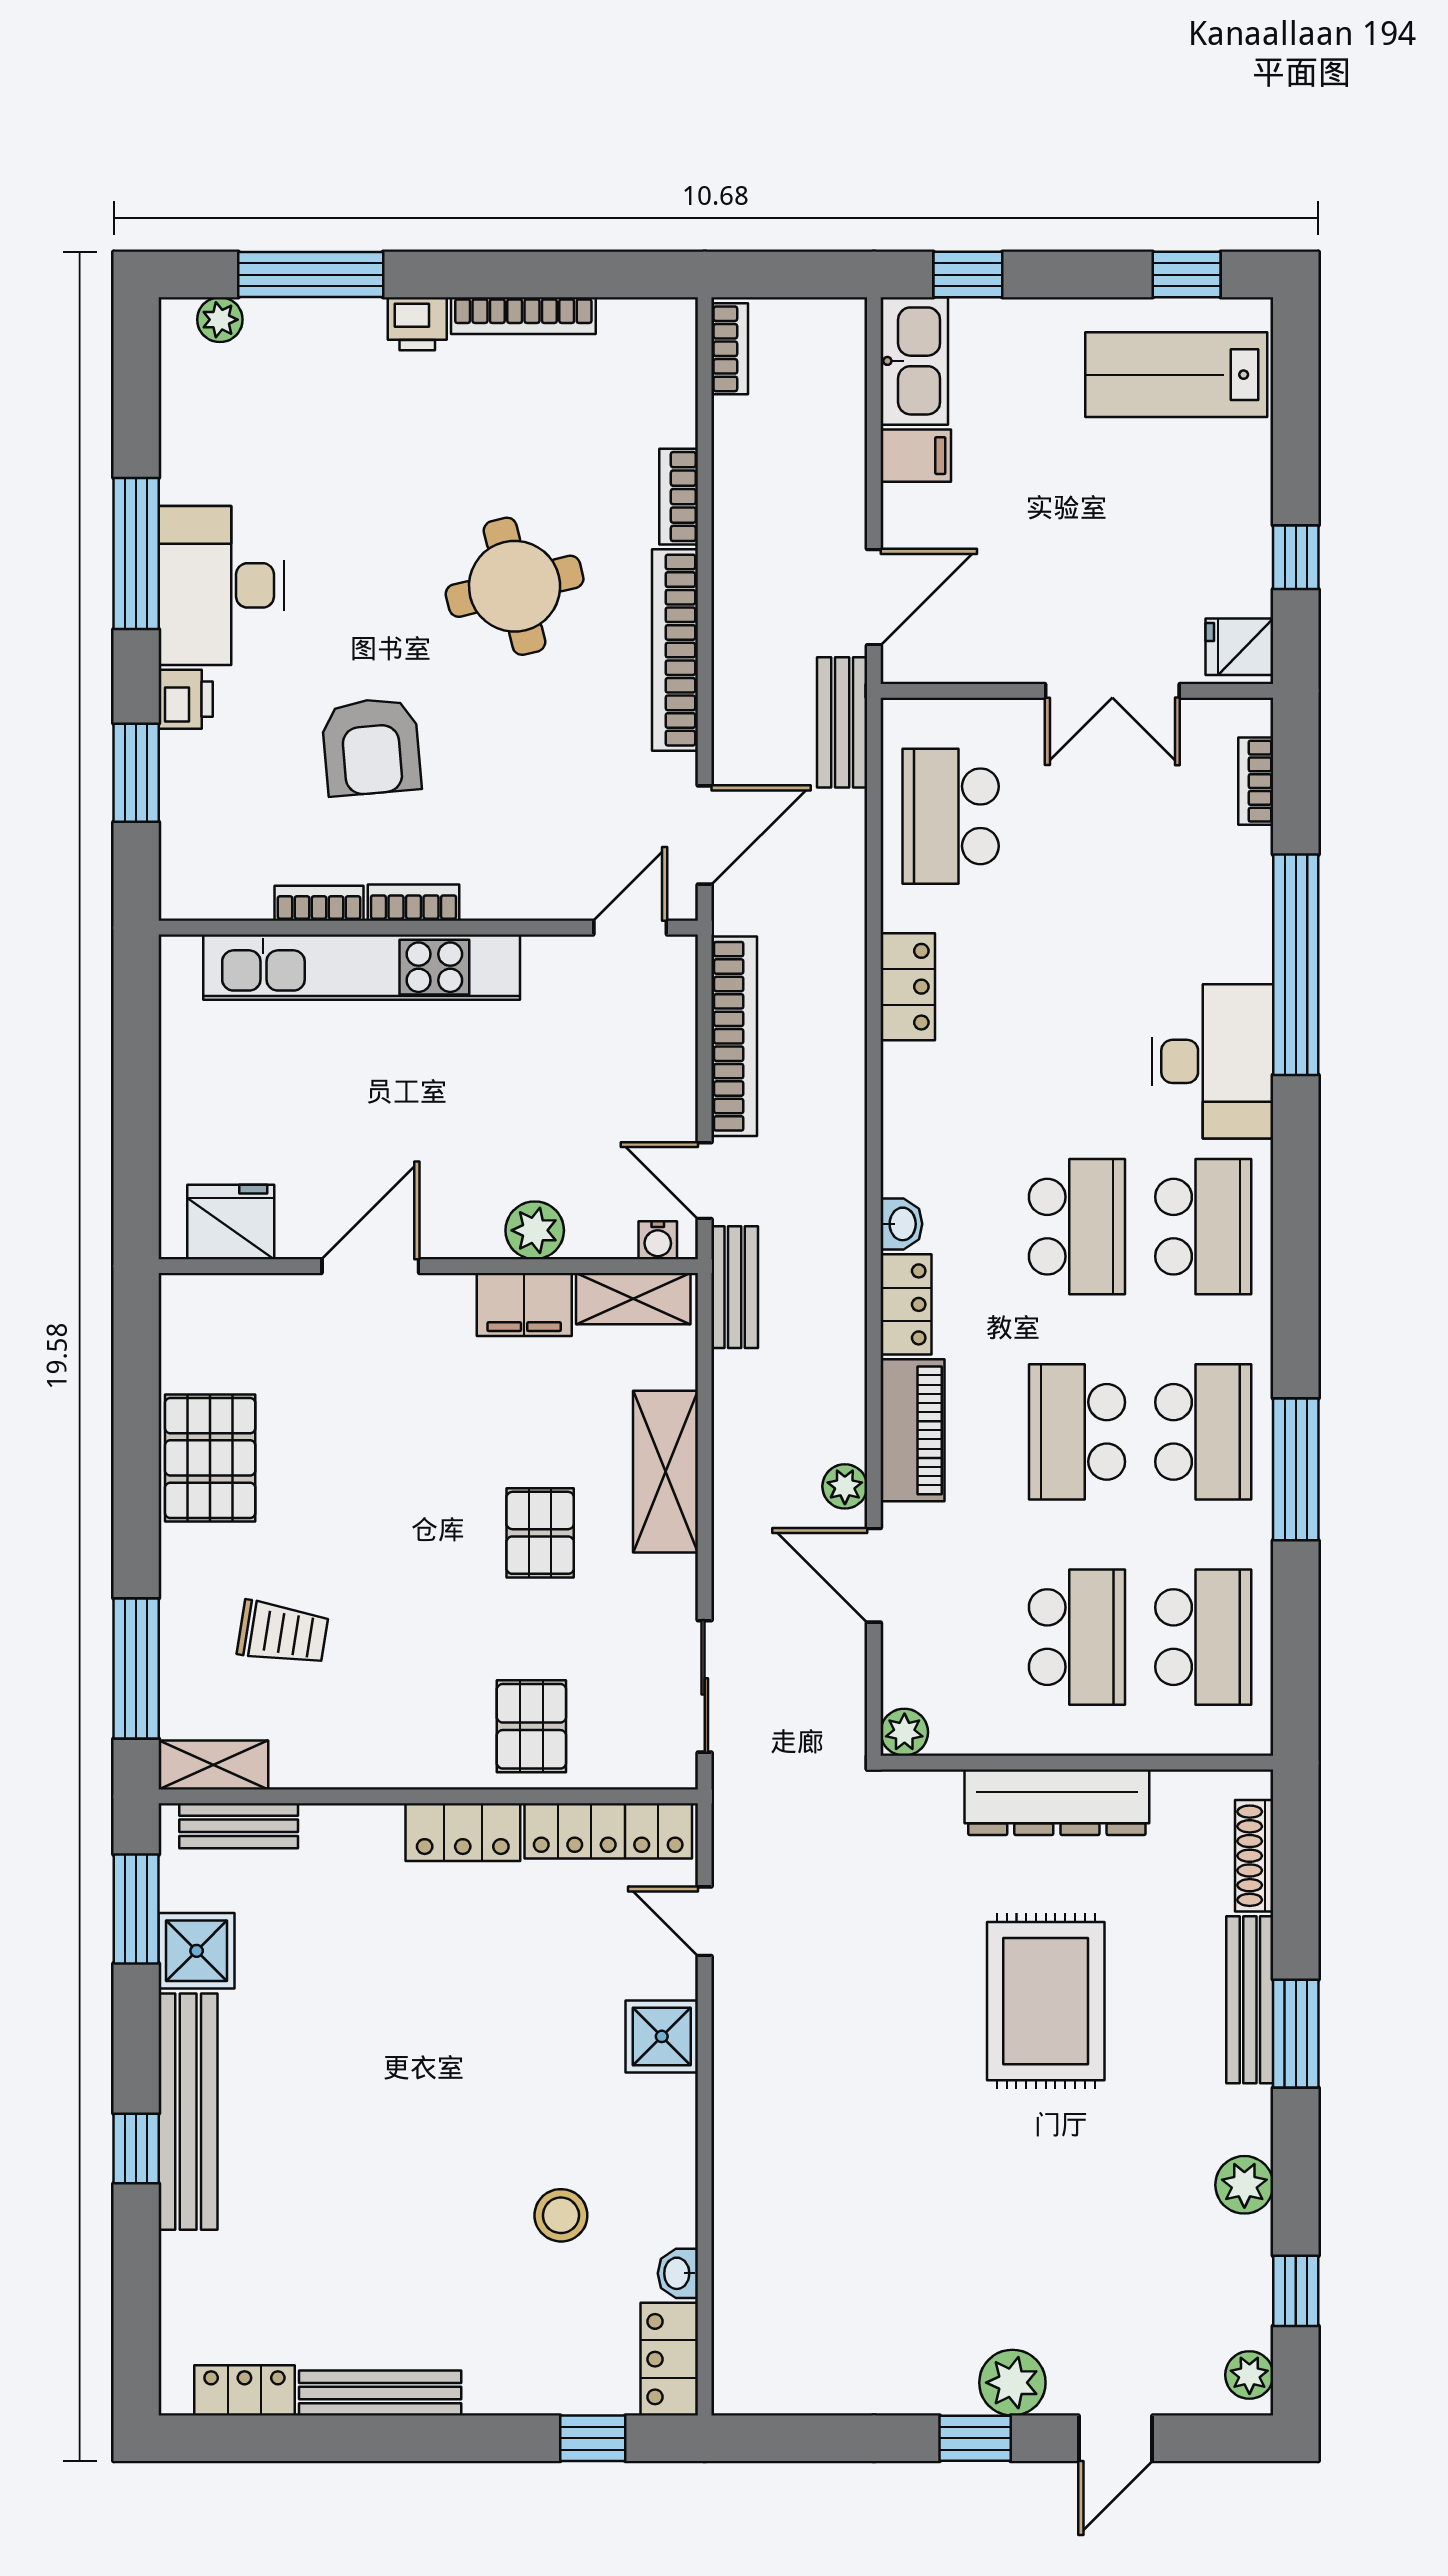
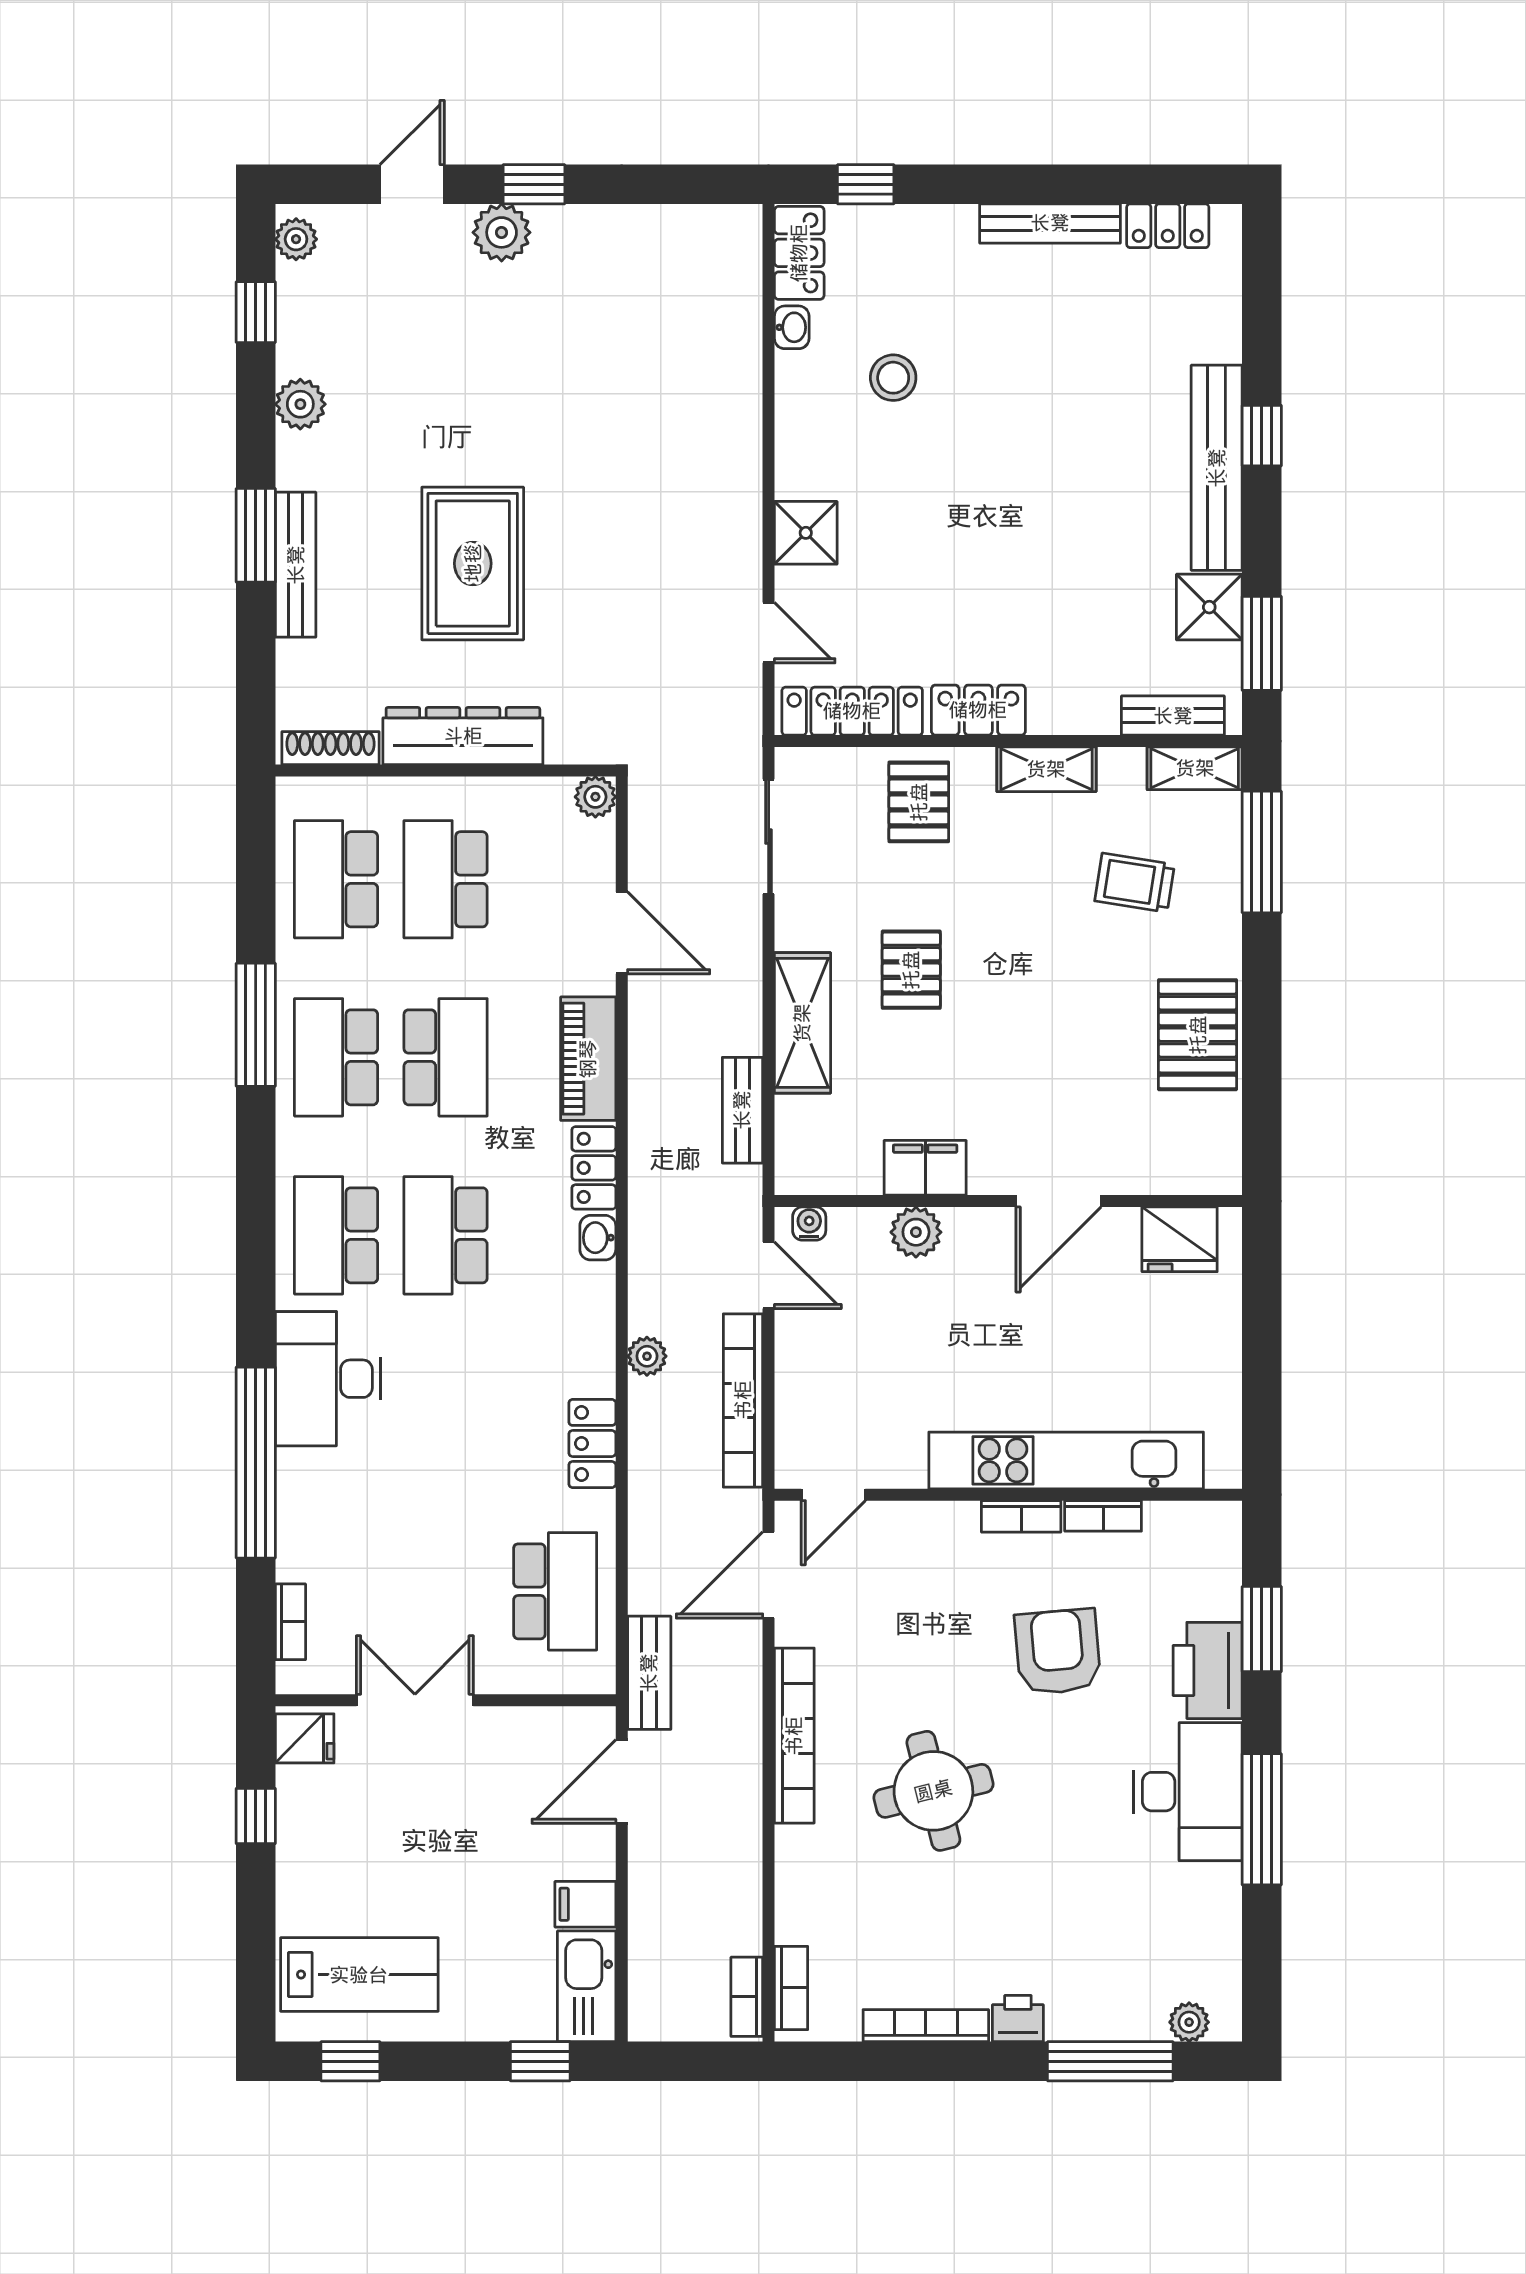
bookcase: (679, 497) -> (791, 1988), moved
printer: (186, 699) -> (1208, 1670), width x1.87, depth x1.48
bench: (735, 1287) -> (742, 1110), moved
shelving: (633, 1299) -> (1046, 769), moved
plant: (845, 1486) -> (647, 1356), moved
shoe rack: (1254, 1856) -> (330, 748), moved, turned -90

